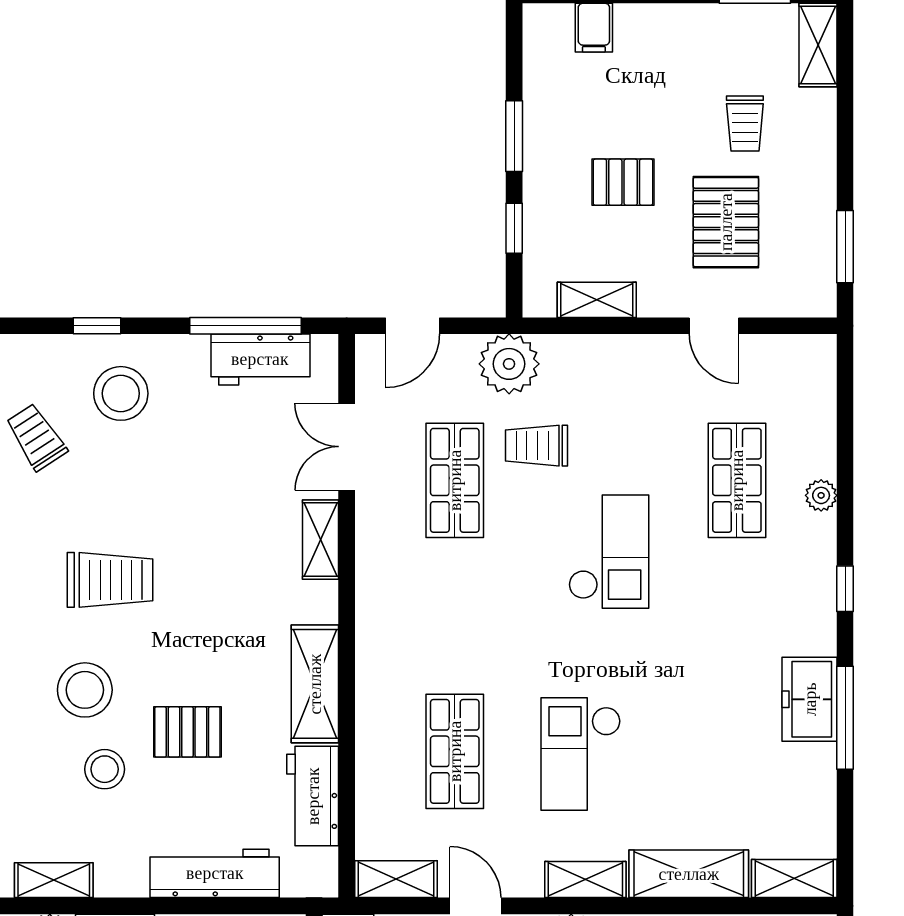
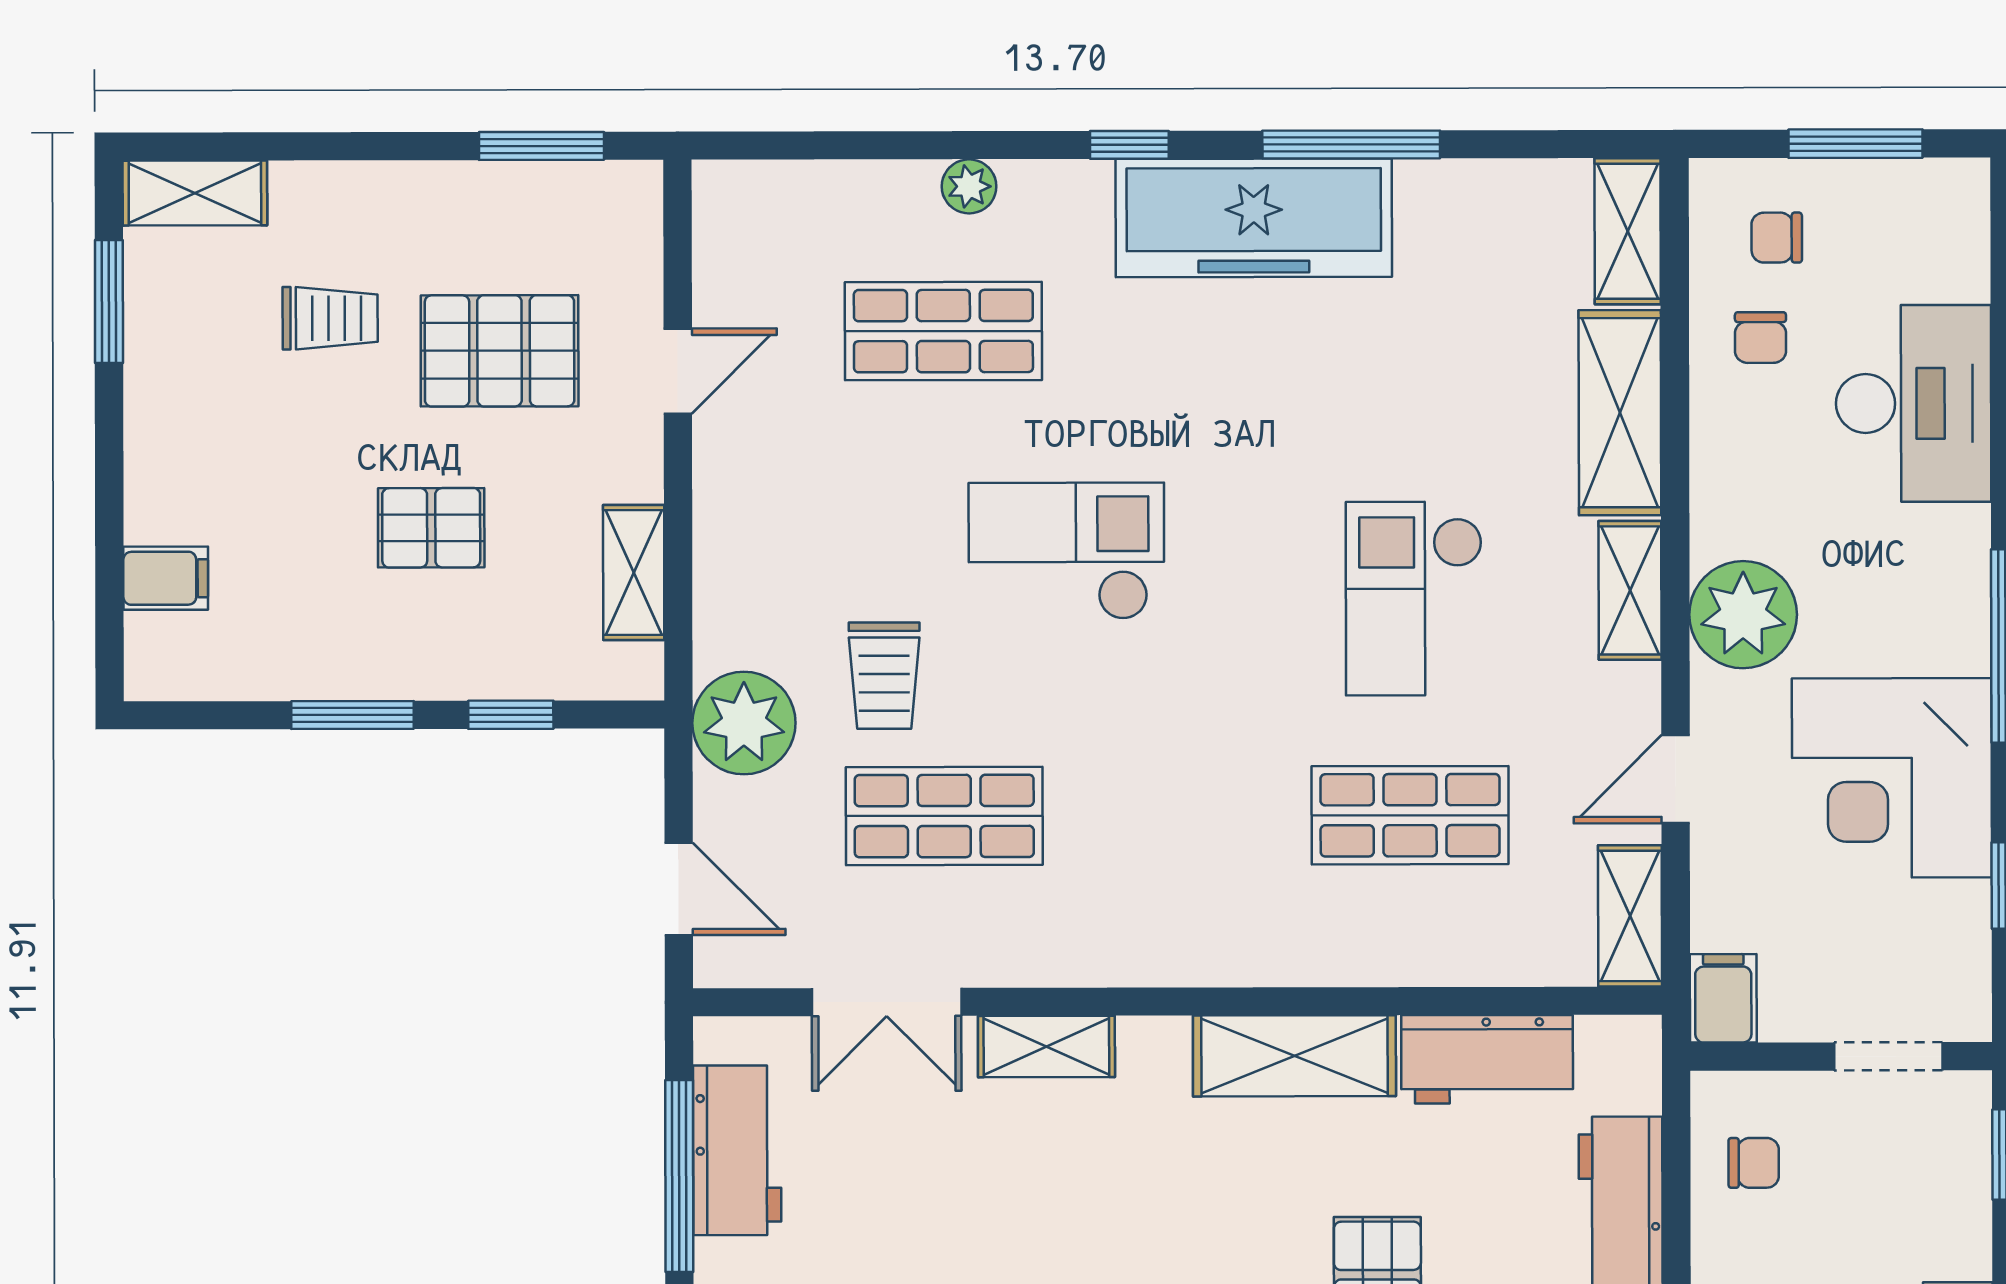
pallet: (623, 182) -> (431, 528), turned 90
freezer: (810, 699) -> (1254, 218), width x1.91, depth x1.26
checkout: (581, 754) -> (1414, 599), turned 90

